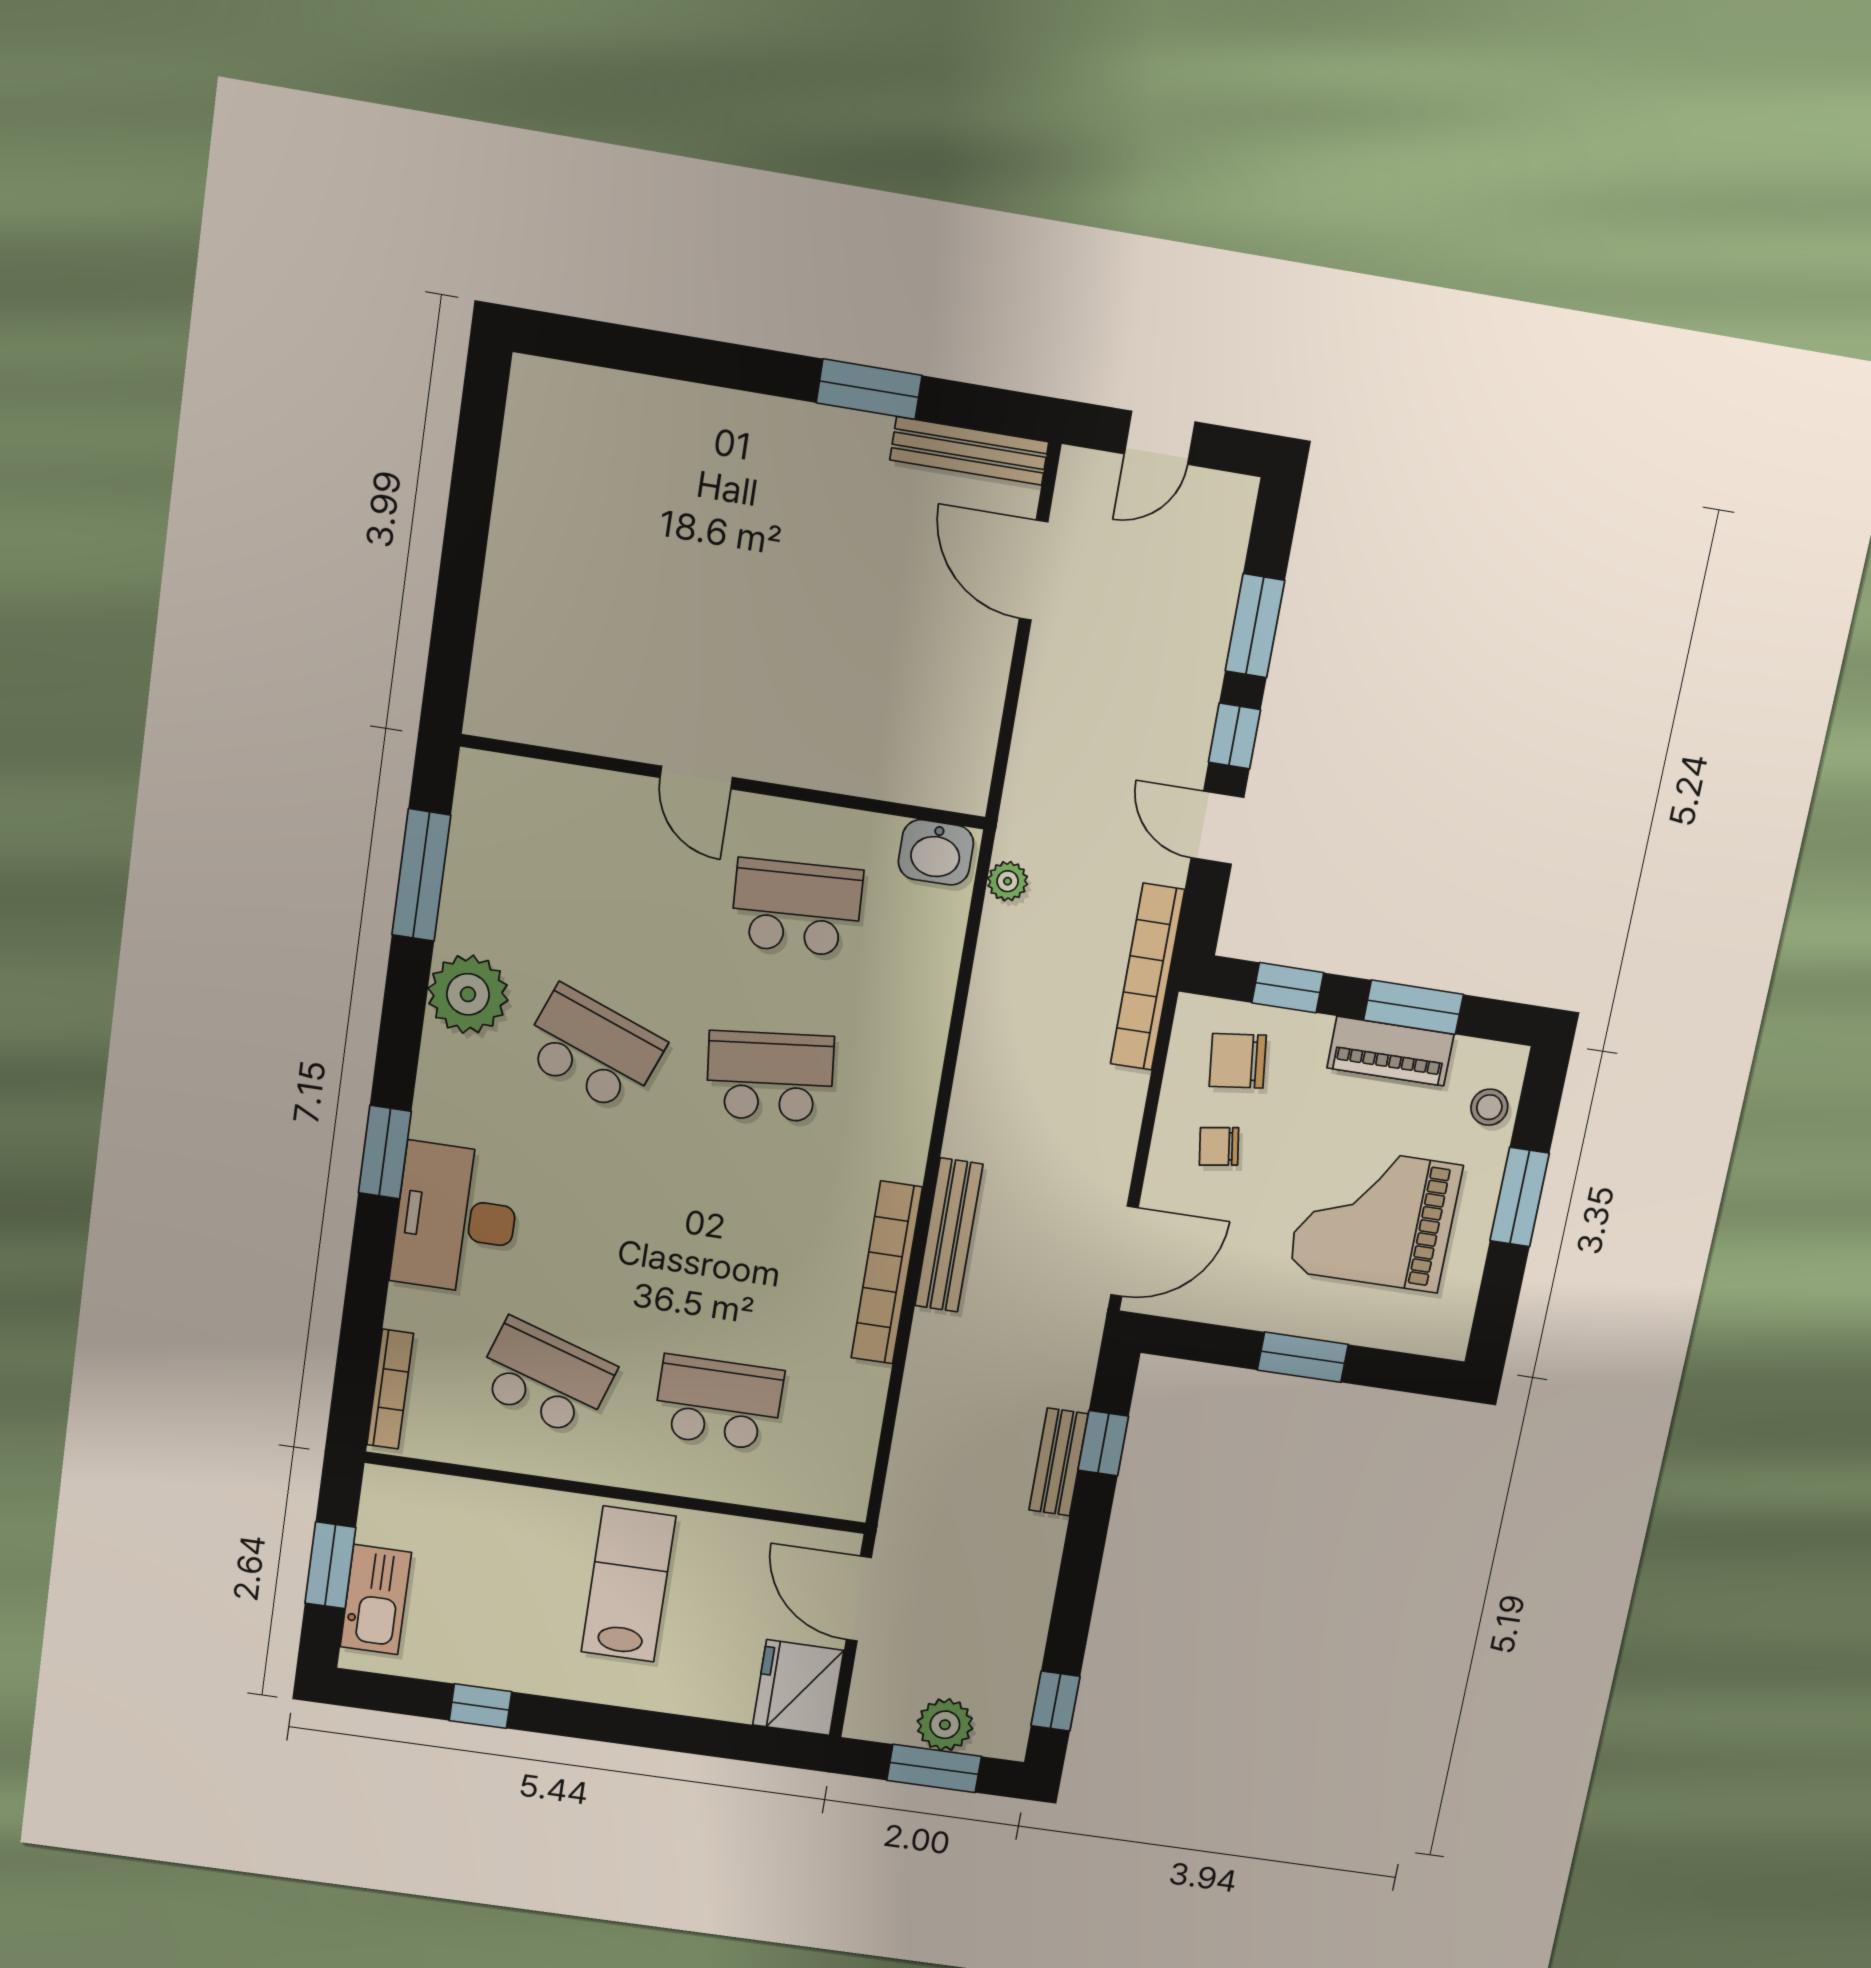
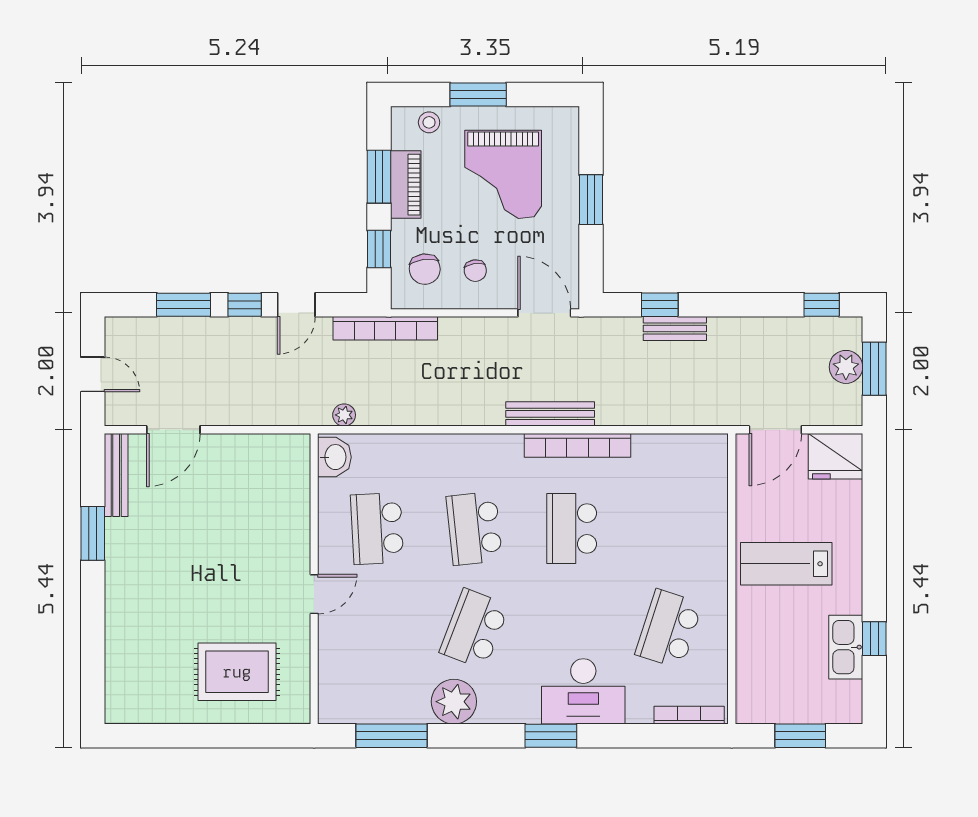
rug: (576, 615) -> (237, 672), added
school desk: (718, 1403) -> (572, 529), moved
kitchen sink: (376, 1600) -> (846, 647), moved, turned -90

